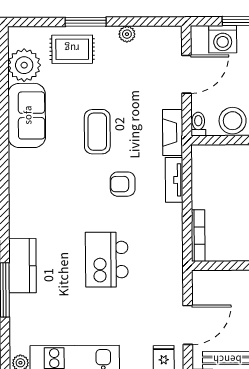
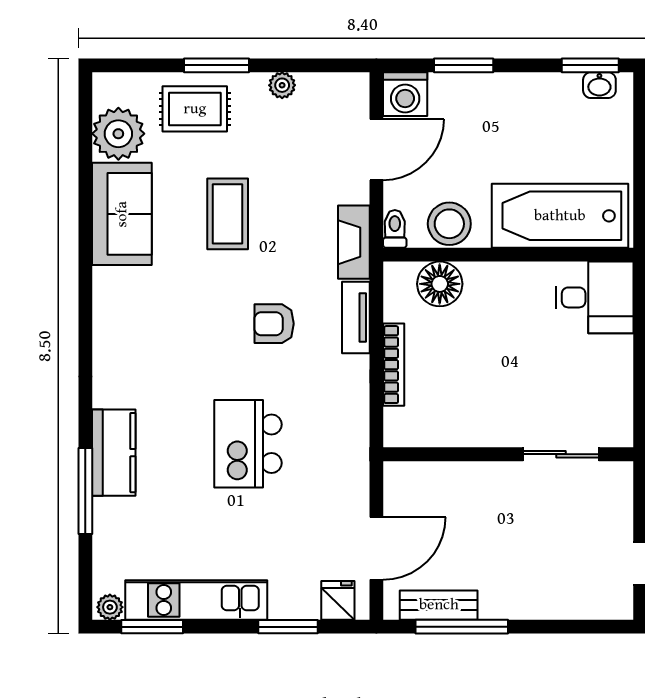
washing machine: (223, 39) -> (405, 94), moved
coffee table: (97, 132) -> (228, 214), moved
floor lamp: (227, 159) -> (440, 284), added
bookcase: (198, 236) -> (394, 365), moved

